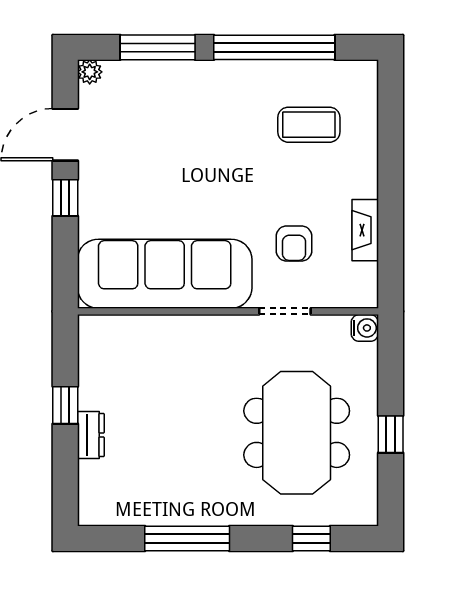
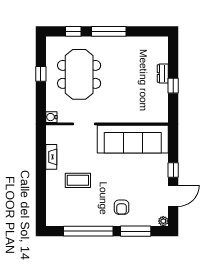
coffee table: (309, 125) -> (78, 180), moved
armchair: (294, 244) -> (122, 207), moved, turned 180
window: (187, 538) -> (109, 31), moved

